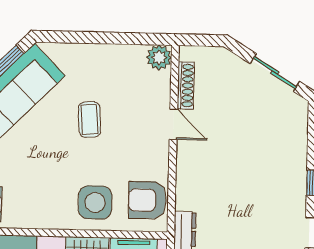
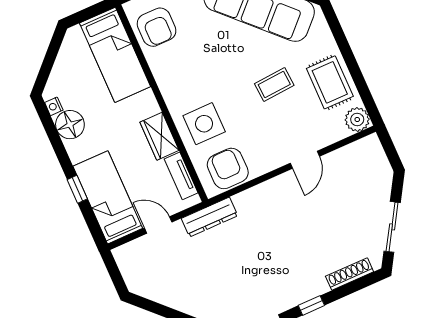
rug: (112, 67) -> (330, 82), added
shoe rack: (186, 85) -> (350, 274), moved, turned 180

